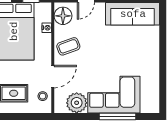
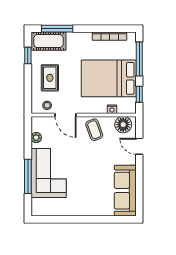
plant: (77, 103) -> (36, 138), width x0.53, depth x0.53

